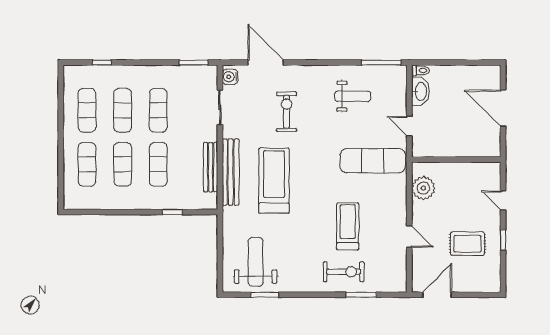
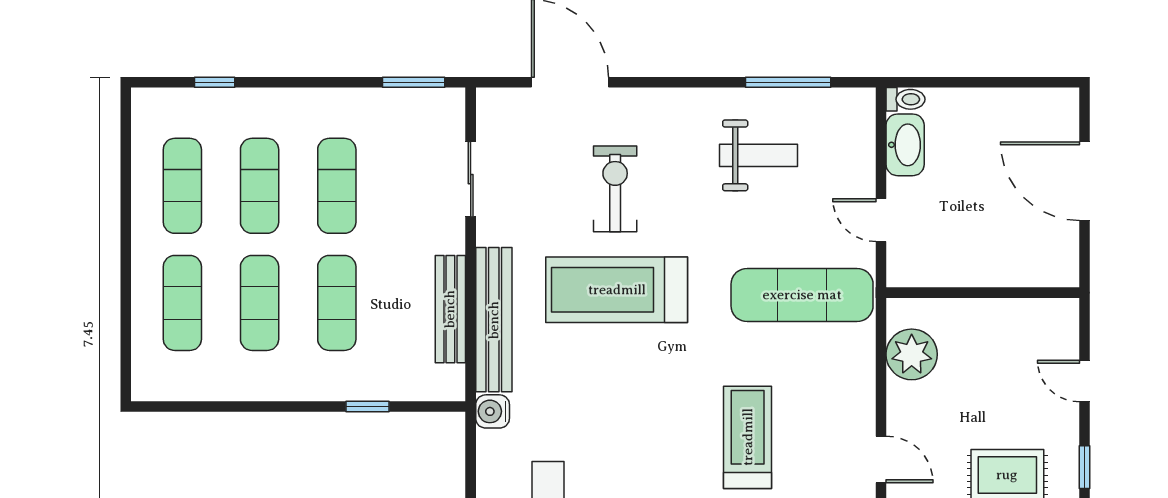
window: (381, 63) -> (788, 82), moved
water cooler: (230, 77) -> (493, 411), moved
treadmill: (274, 181) -> (617, 290), moved, turned -90

